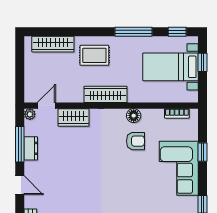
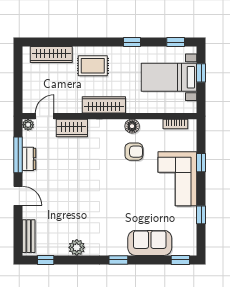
window: (134, 32) -> (132, 42), width x0.46

